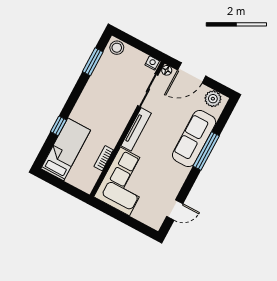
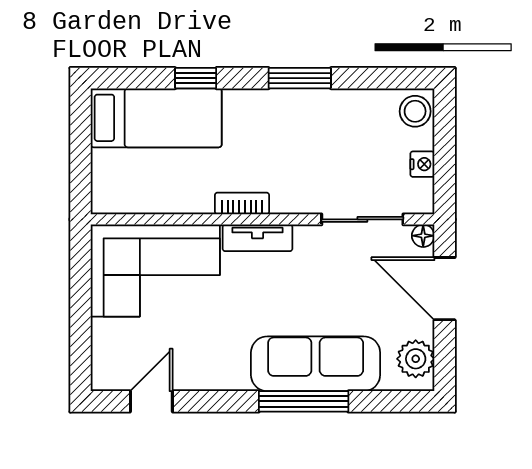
window: (93, 62) -> (300, 78), moved
nightstand: (152, 63) -> (422, 164), moved
tv unit: (136, 129) -> (258, 238), width x0.71
bookcase: (104, 158) -> (242, 203), moved
door: (175, 210) -> (151, 401), swing flipped

